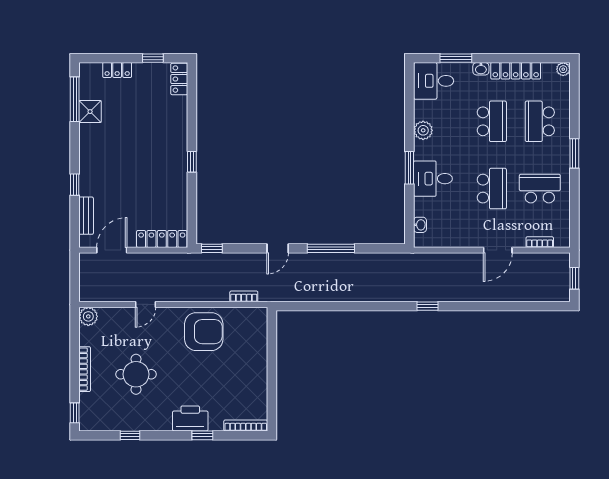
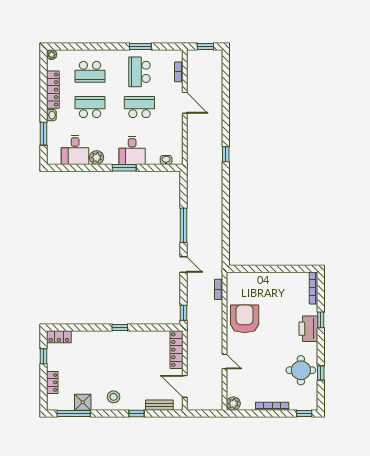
desk: (434, 81) -> (75, 150), moved
stool: (98, 153) -> (114, 397), added
window: (574, 153) -> (140, 47), moved
round table: (136, 374) -> (301, 370), moved

